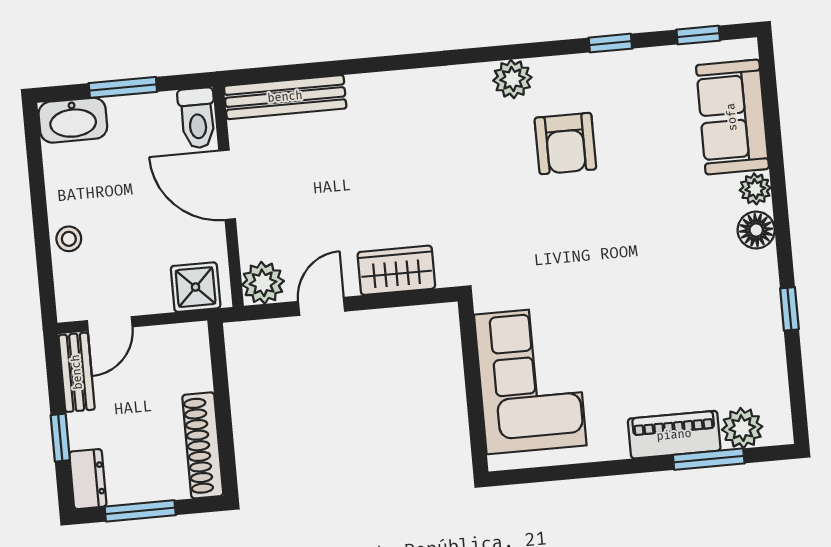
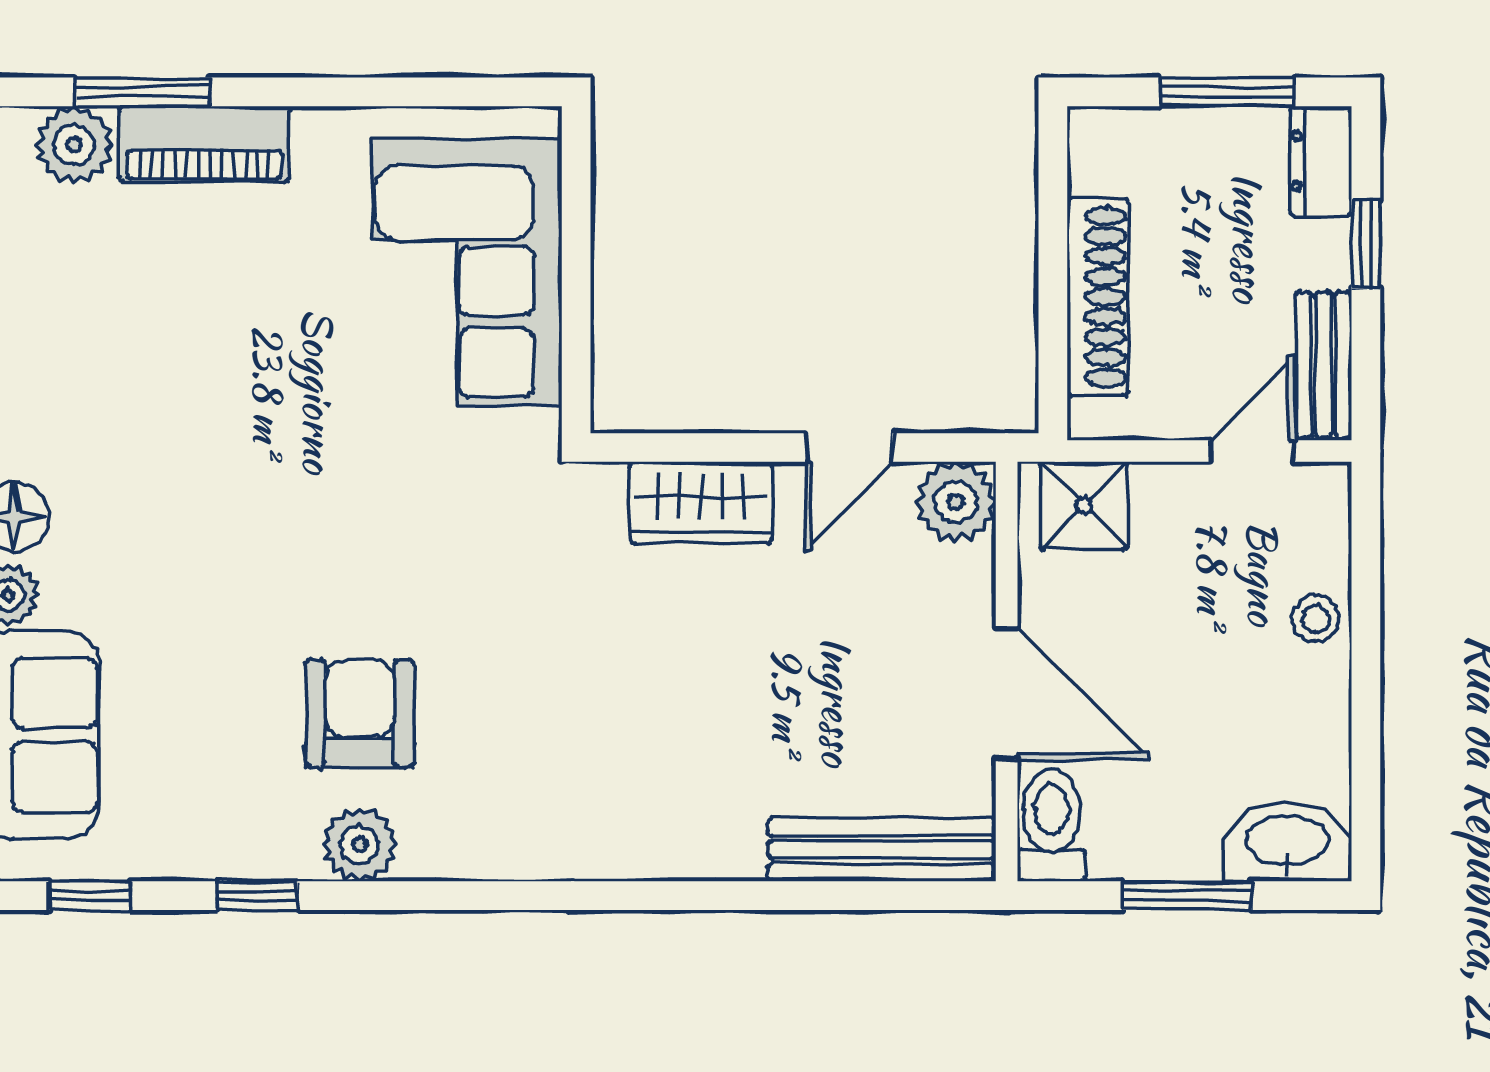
plant: (512, 79) -> (360, 845), moved
shoe rack: (203, 445) -> (1098, 297), moved

